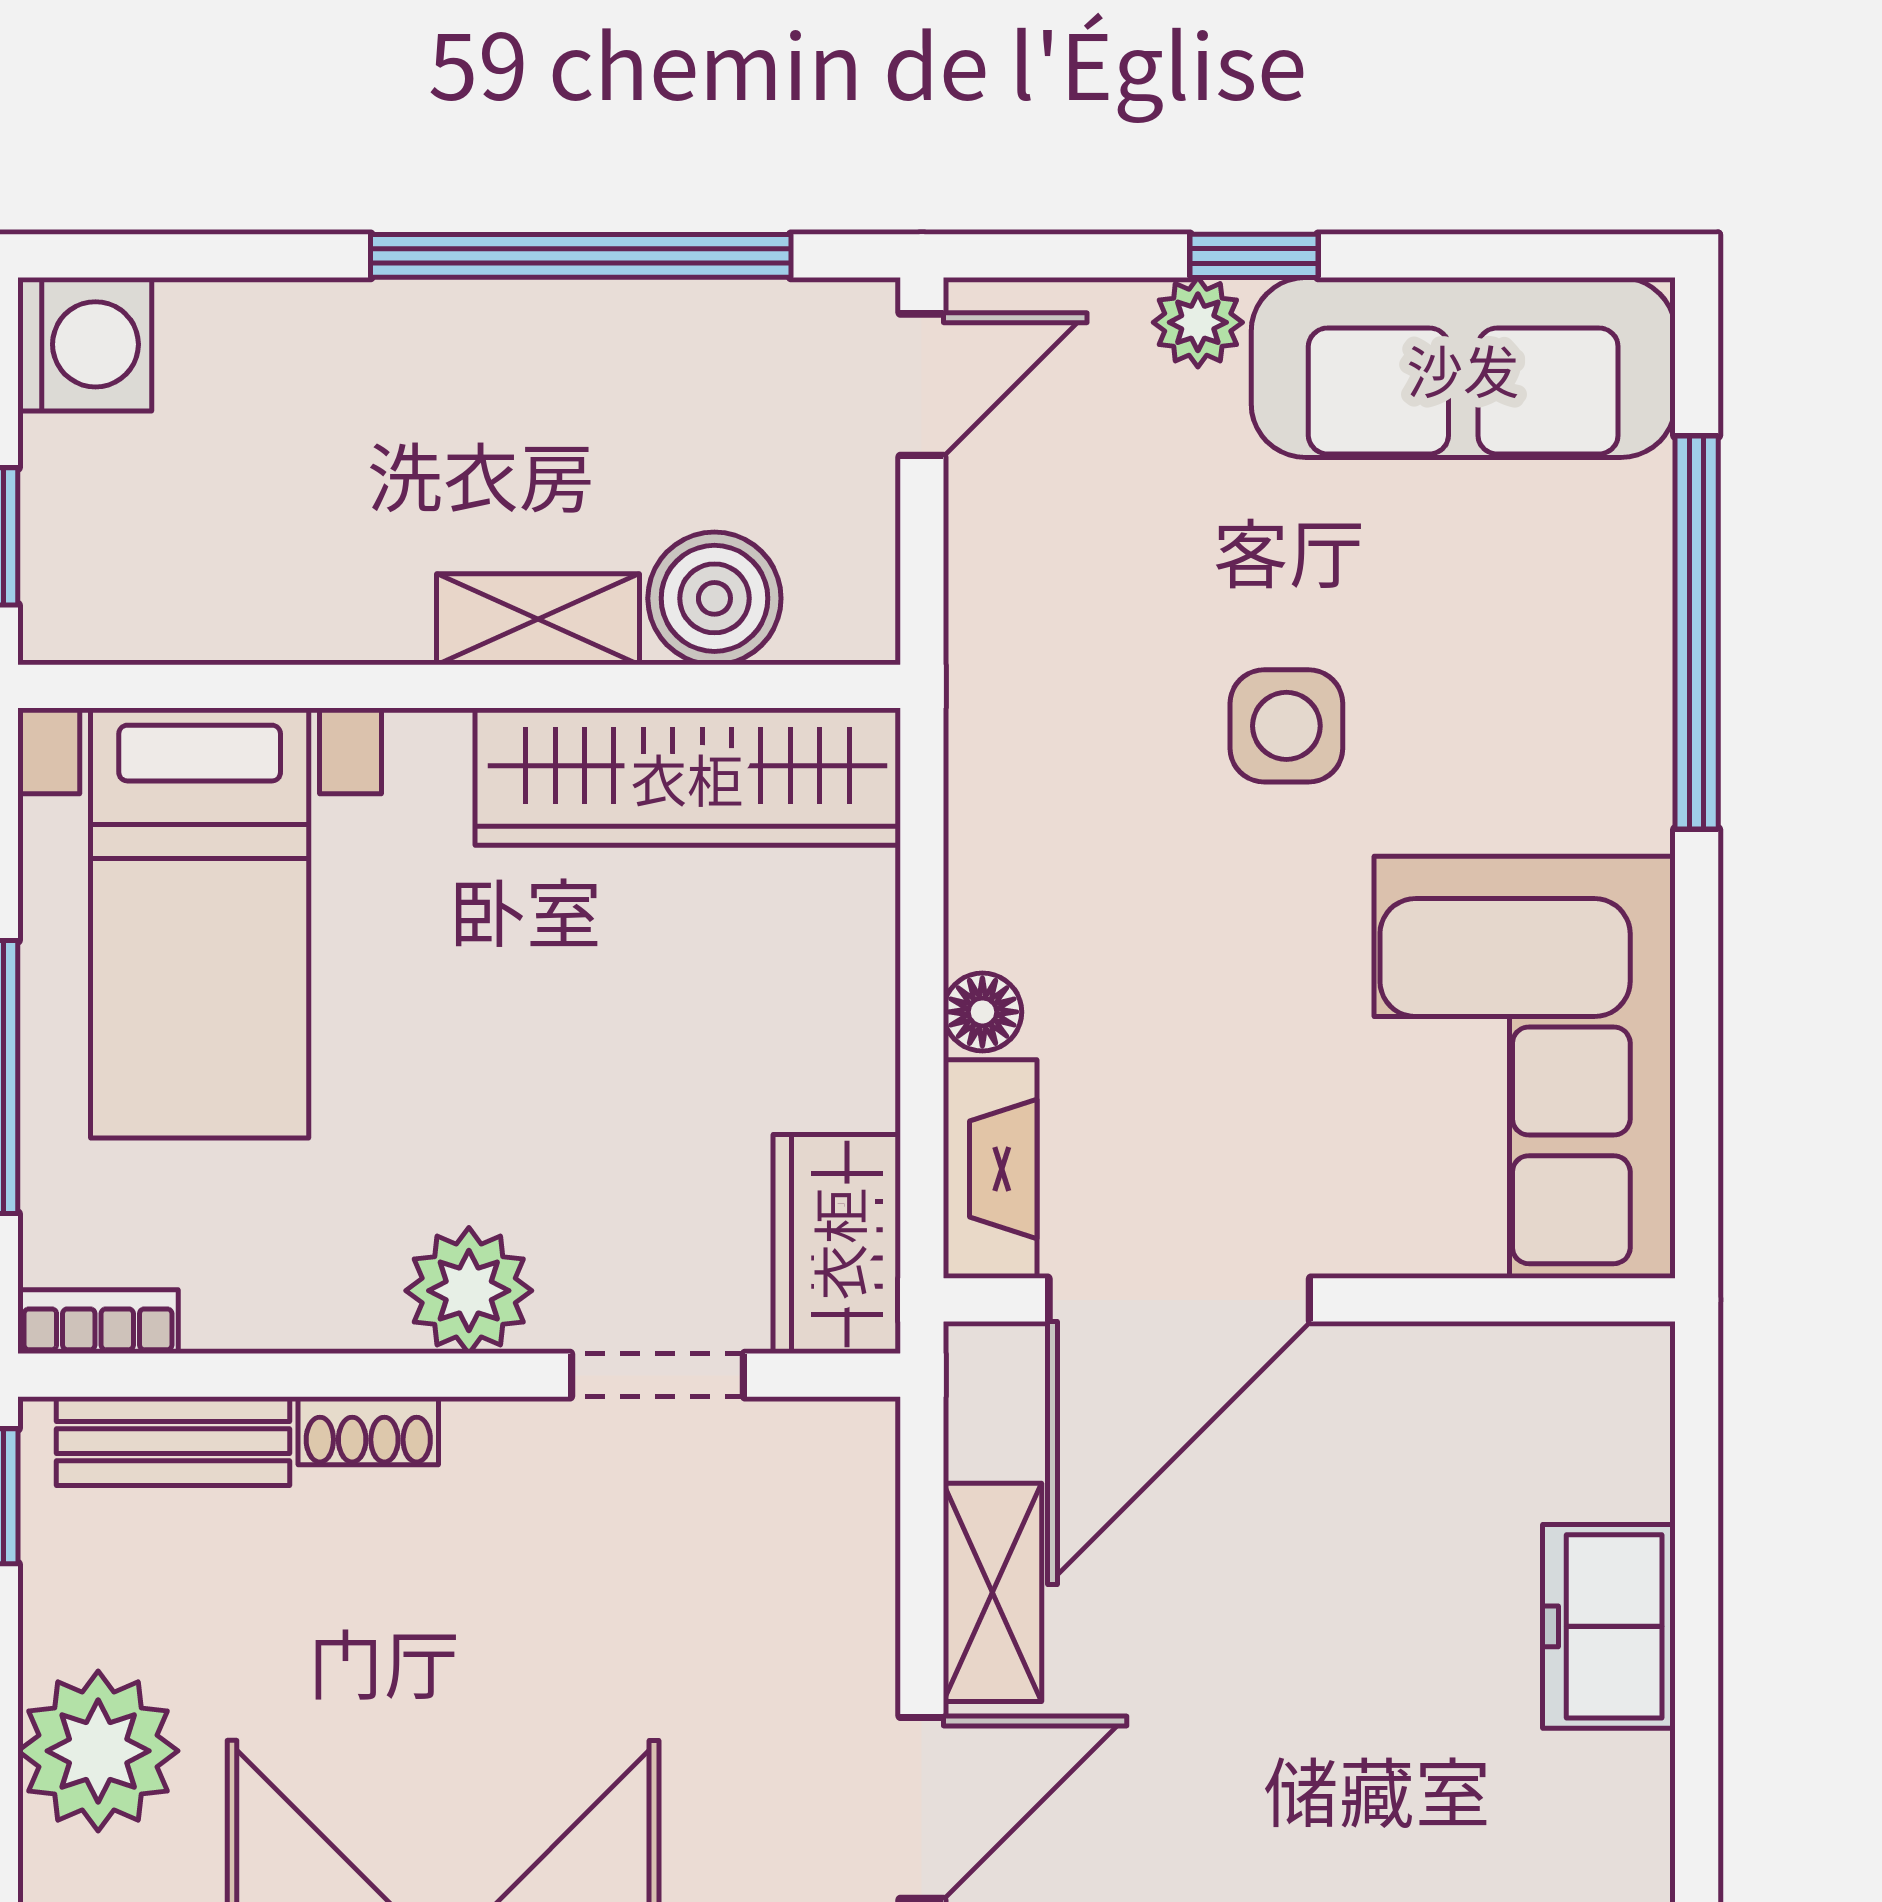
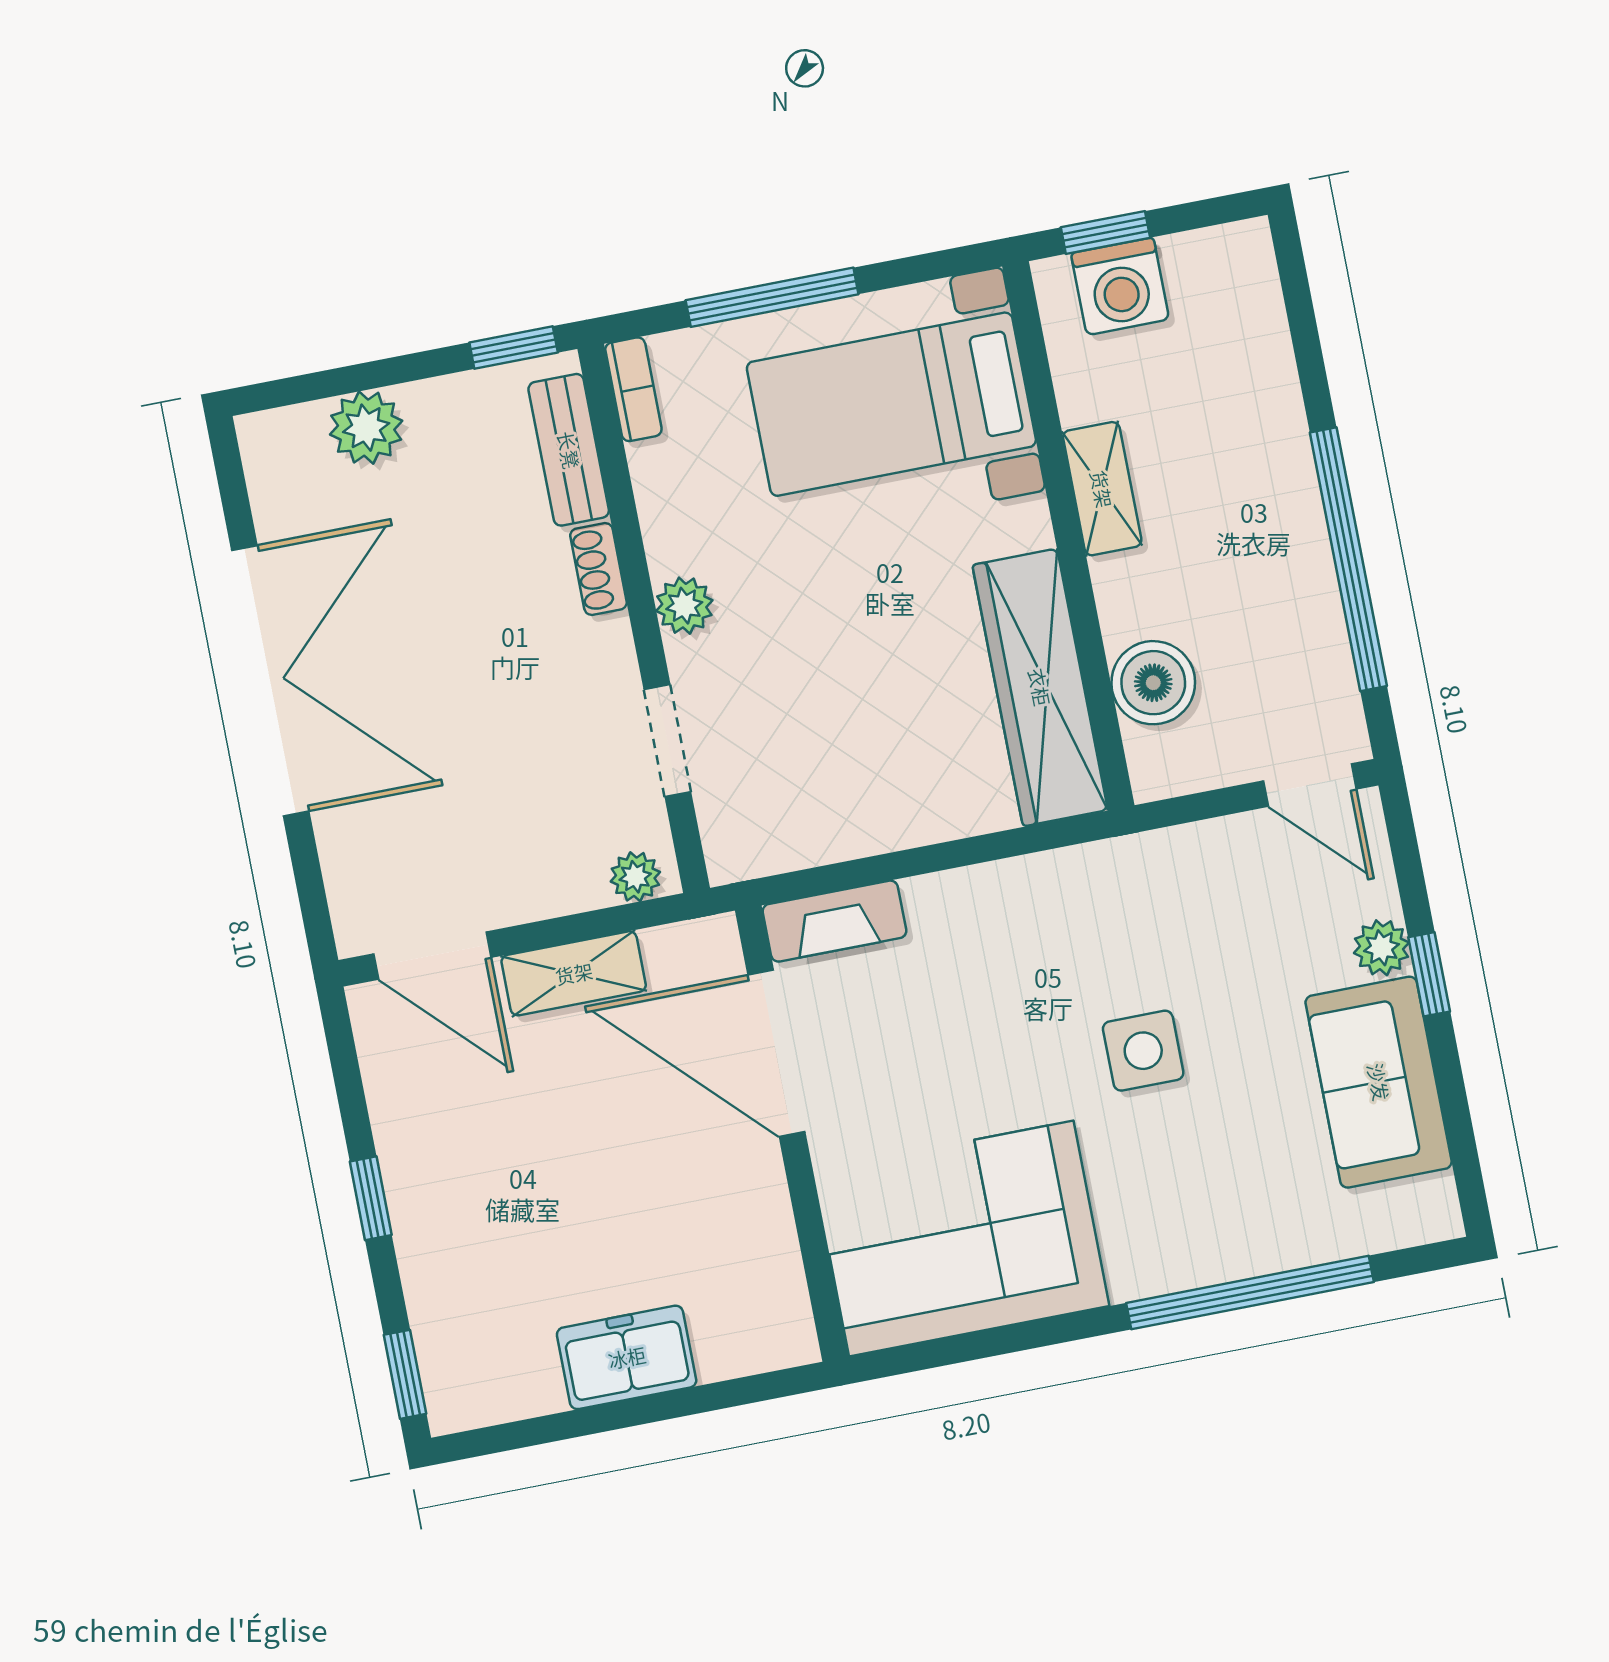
washing machine: (85, 344) -> (1120, 286), moved
sofa: (1463, 368) -> (1379, 1082), width x0.73
shelving: (538, 619) -> (1102, 489), moved
floor lamp: (982, 1012) -> (930, 898), removed
wardrobe: (837, 1244) -> (770, 836), removed
plant: (469, 1291) -> (684, 606), width x0.73, depth x0.73
plant: (860, 1467) -> (635, 877), added
plant: (98, 1751) -> (366, 428), width x0.73, depth x0.73

